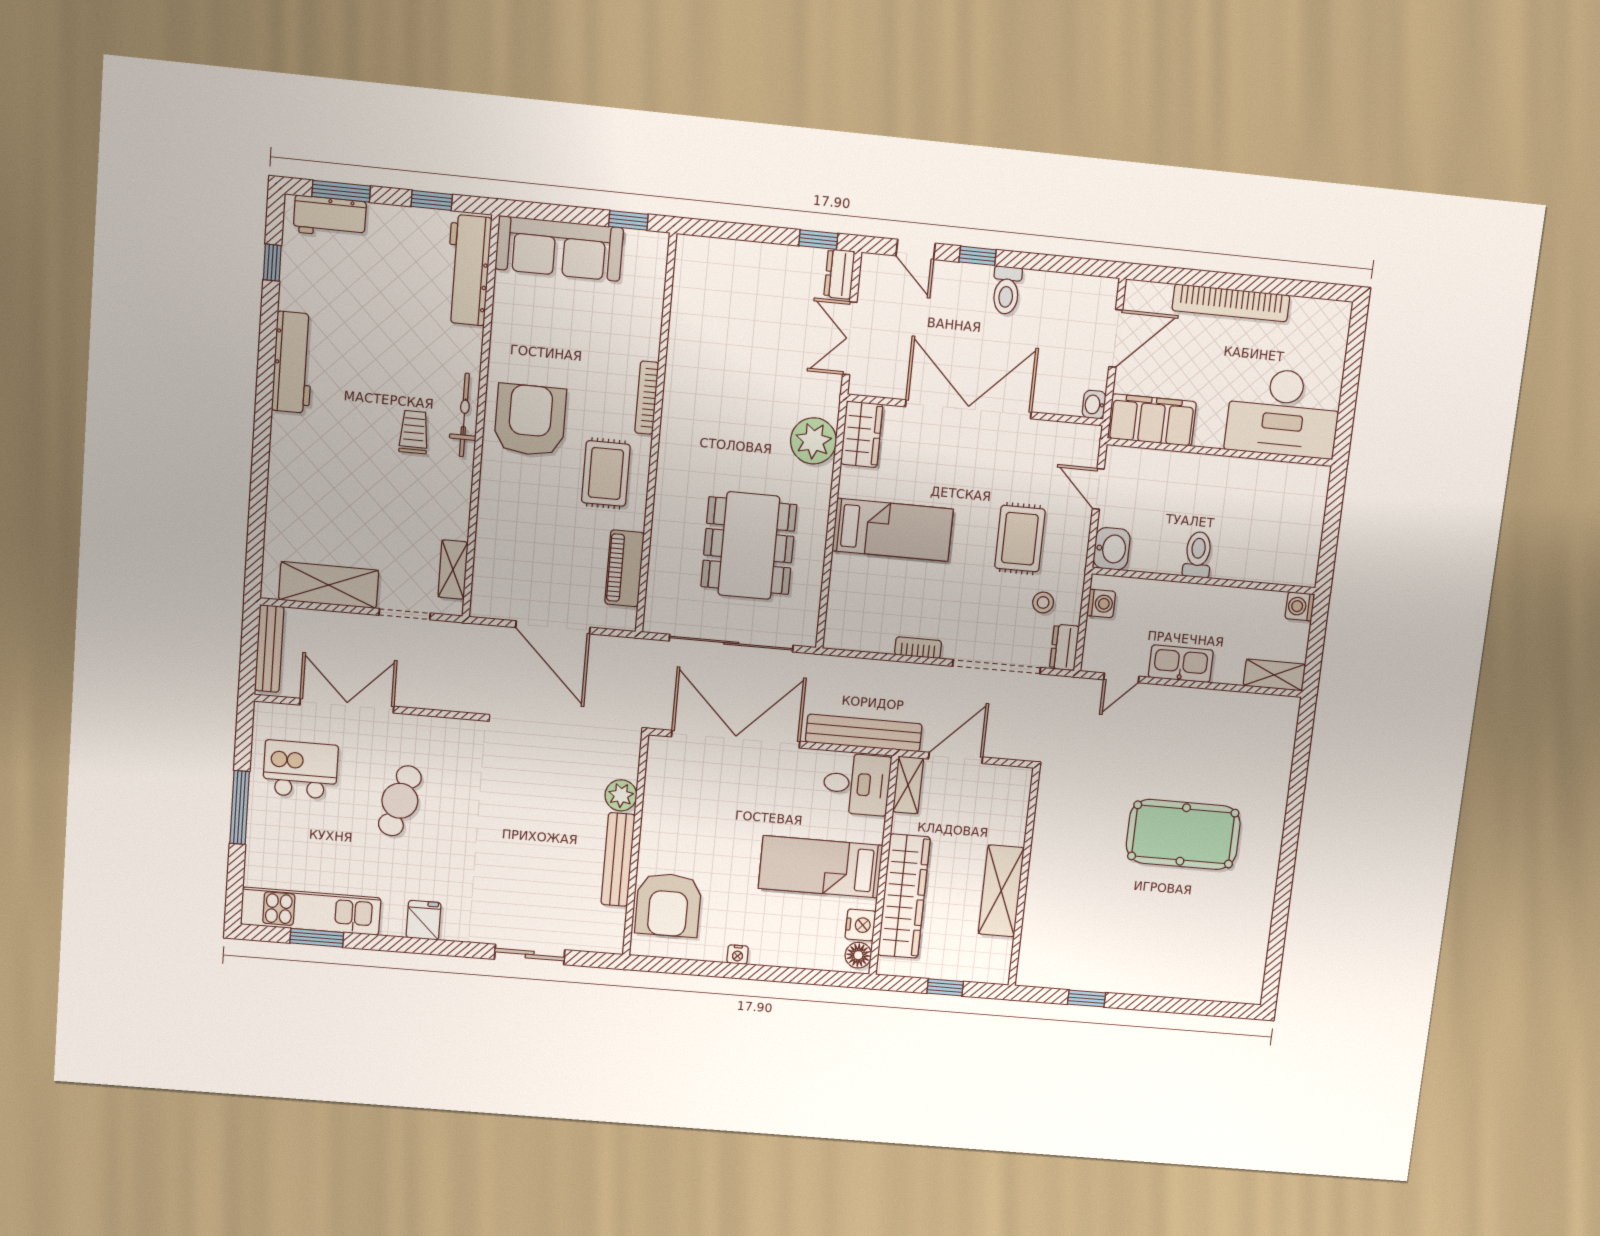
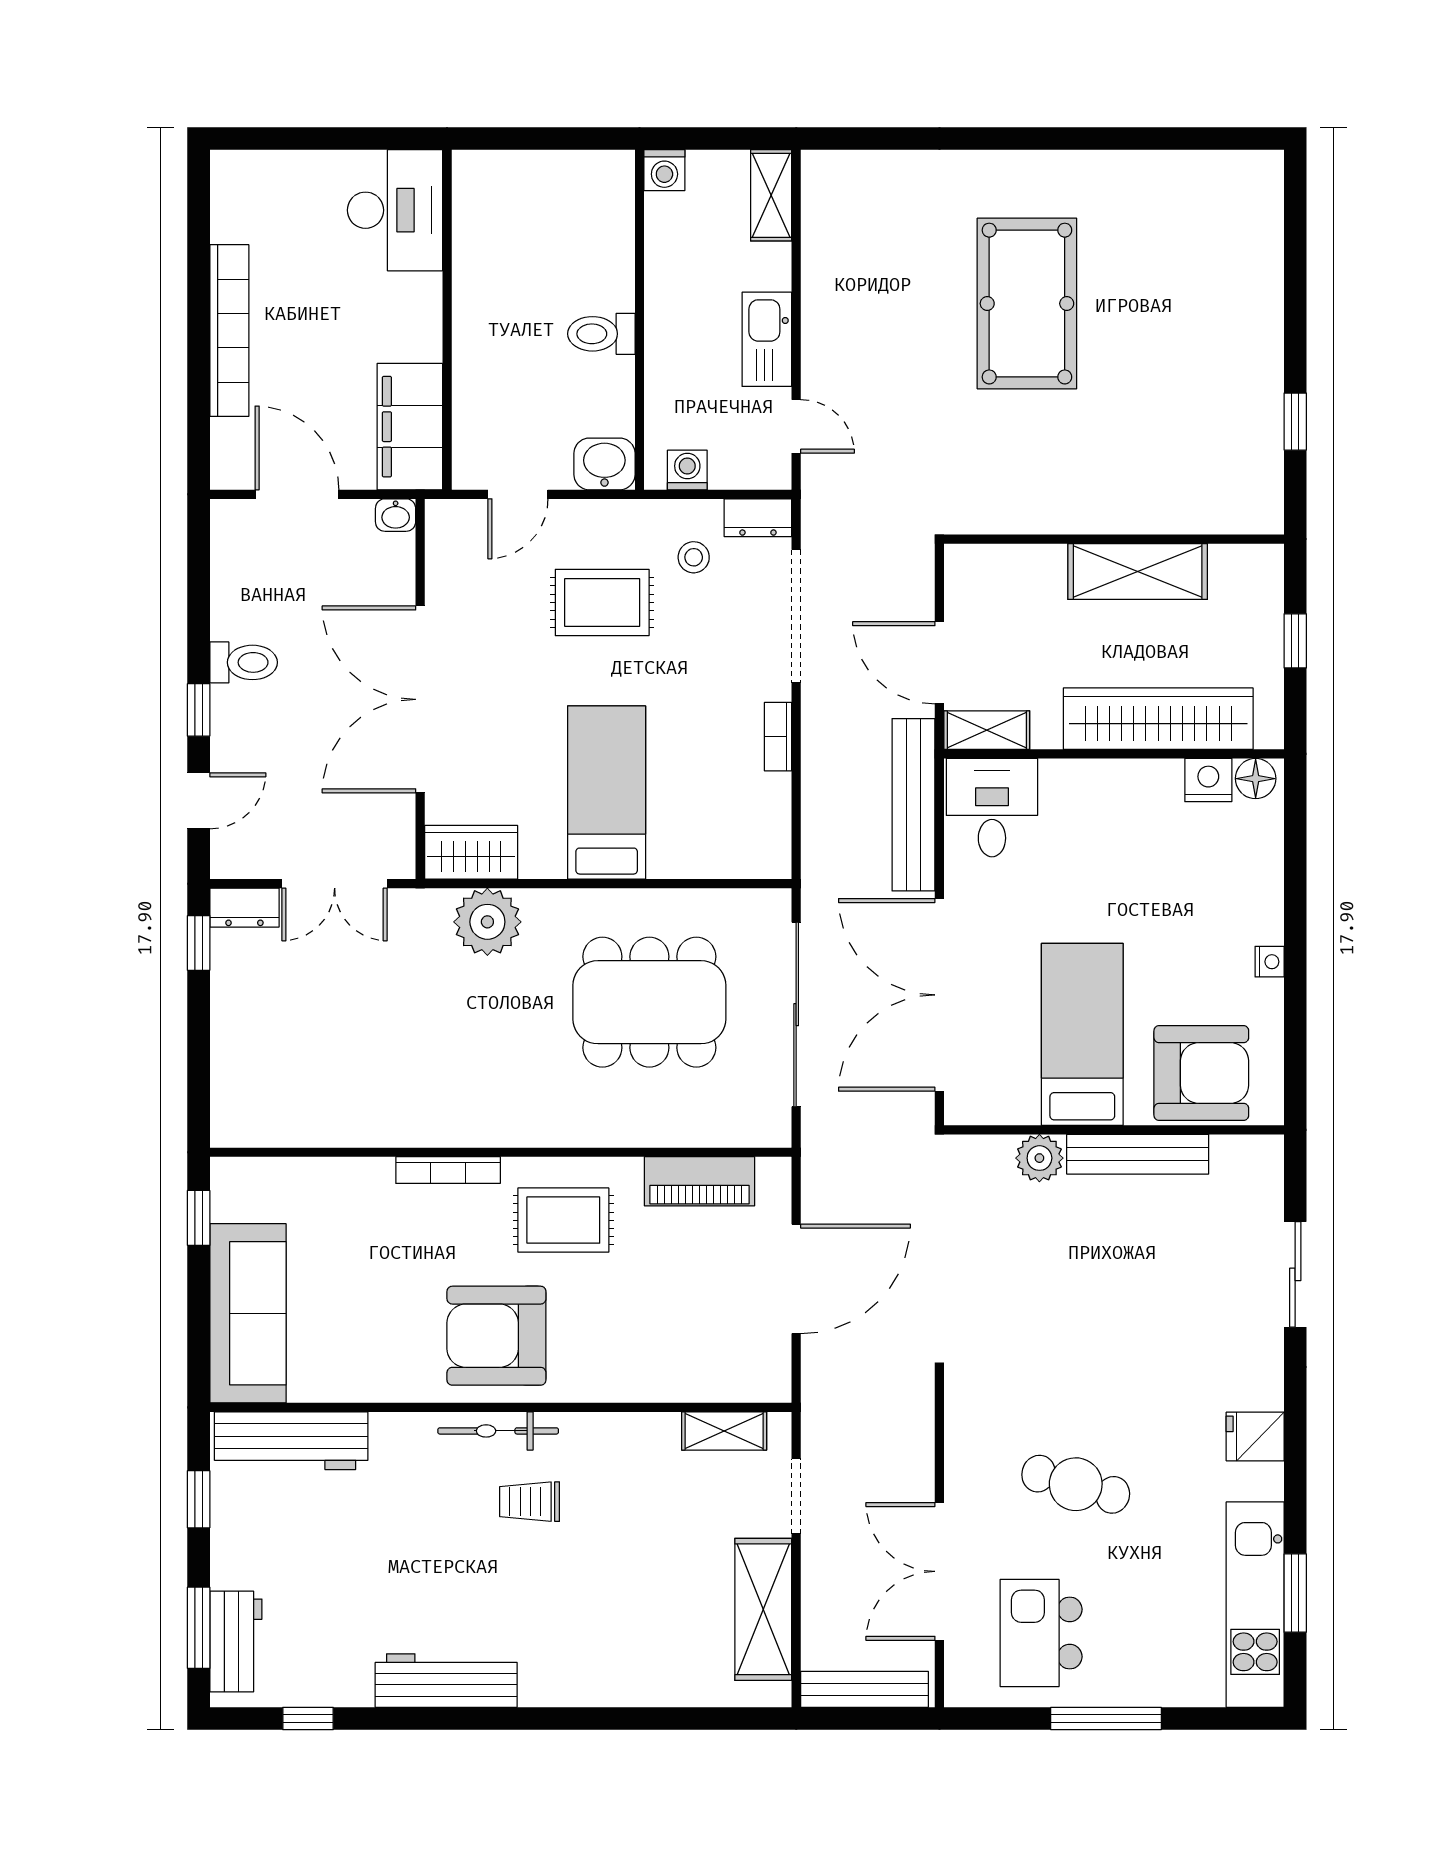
desk: (1283, 413) -> (395, 210), width x0.73, depth x0.77
bed: (821, 867) -> (1082, 1034), moved, turned 180

